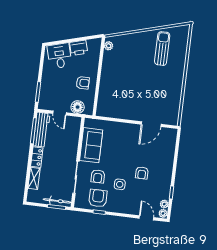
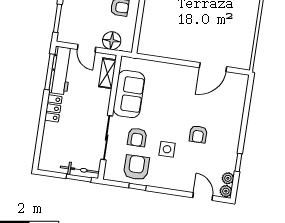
shelving: (34, 178) -> (107, 73), moved

